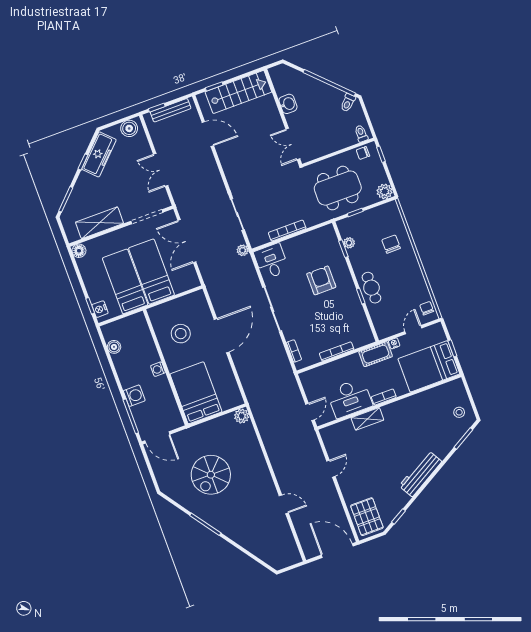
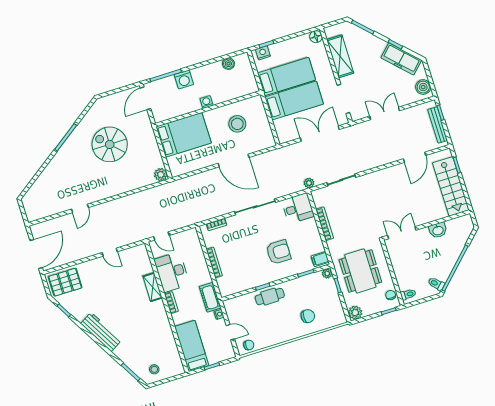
filing cabinet: (327, 234) -> (320, 259), added
plant: (349, 243) -> (327, 273), moved
bed: (429, 366) -> (192, 346), width x0.67

